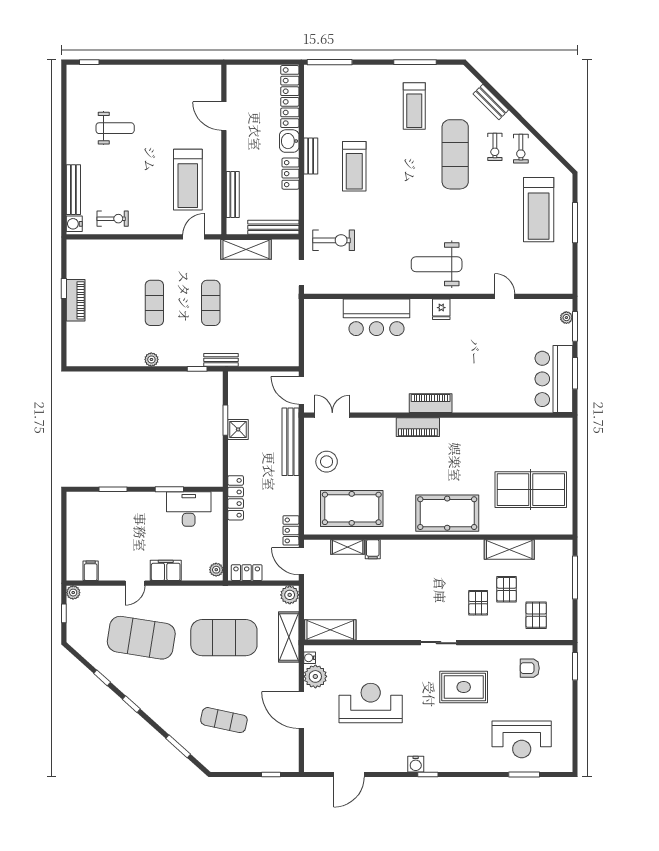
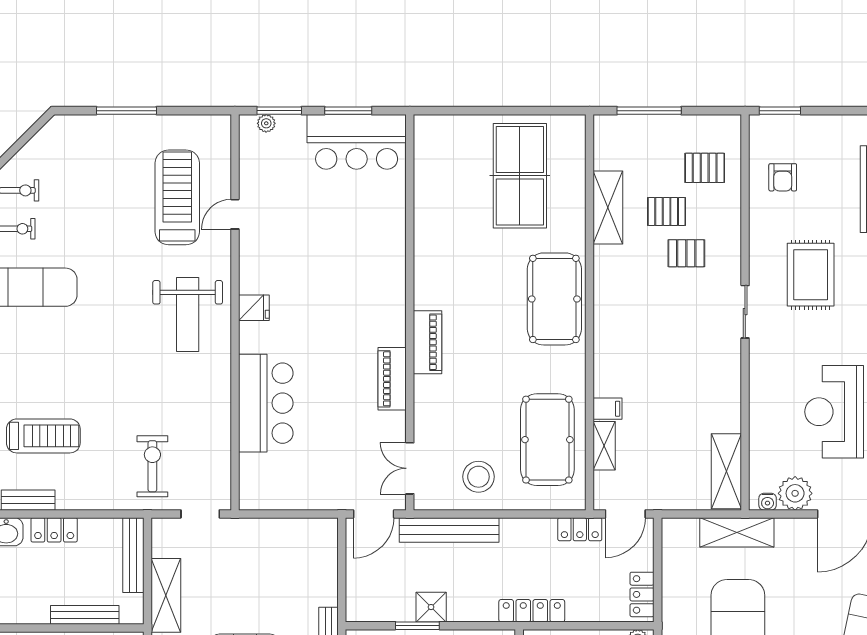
treadmill: (539, 210) -> (177, 197), moved, turned -90
piano: (431, 403) -> (392, 379), moved
plant: (290, 595) -> (675, 531), removed

